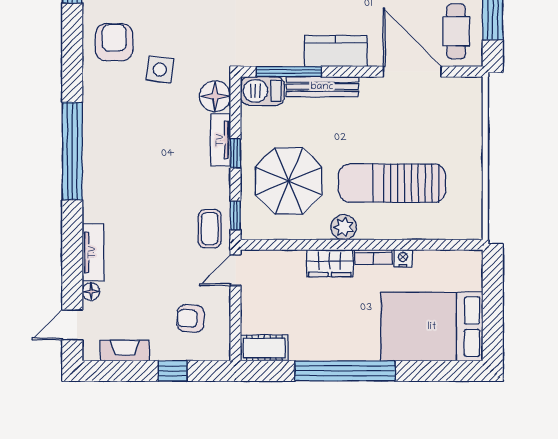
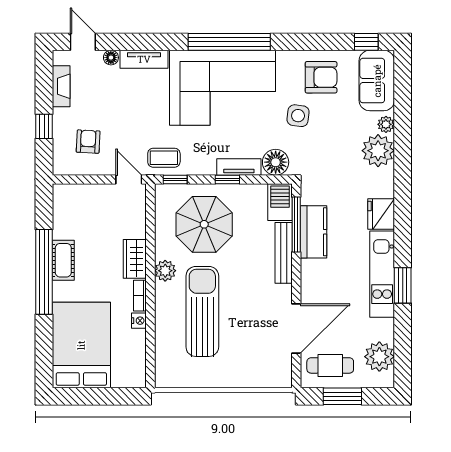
kitchen counter: (336, 51) -> (314, 232), moved
corner sofa: (127, 159) -> (222, 88), added
cot: (264, 348) -> (63, 260), moved

